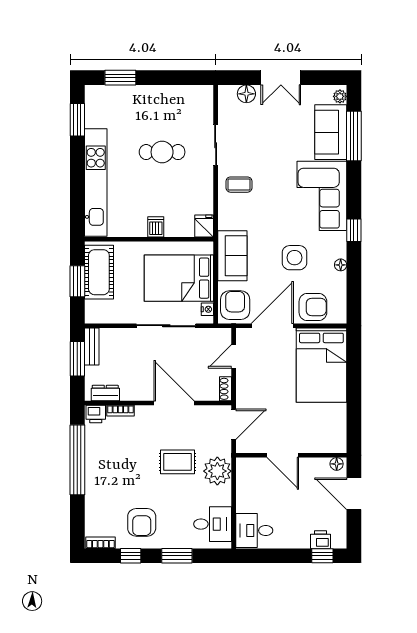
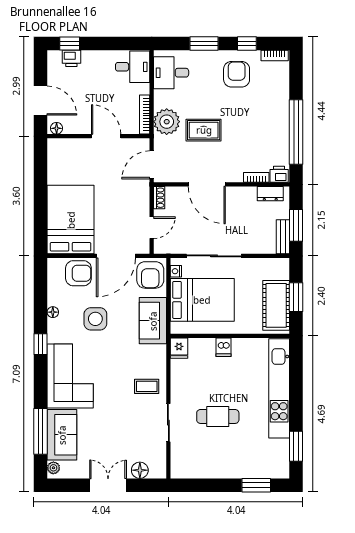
armchair: (313, 307) -> (78, 273), turned 180
bookcase: (241, 479) -> (145, 115), added

